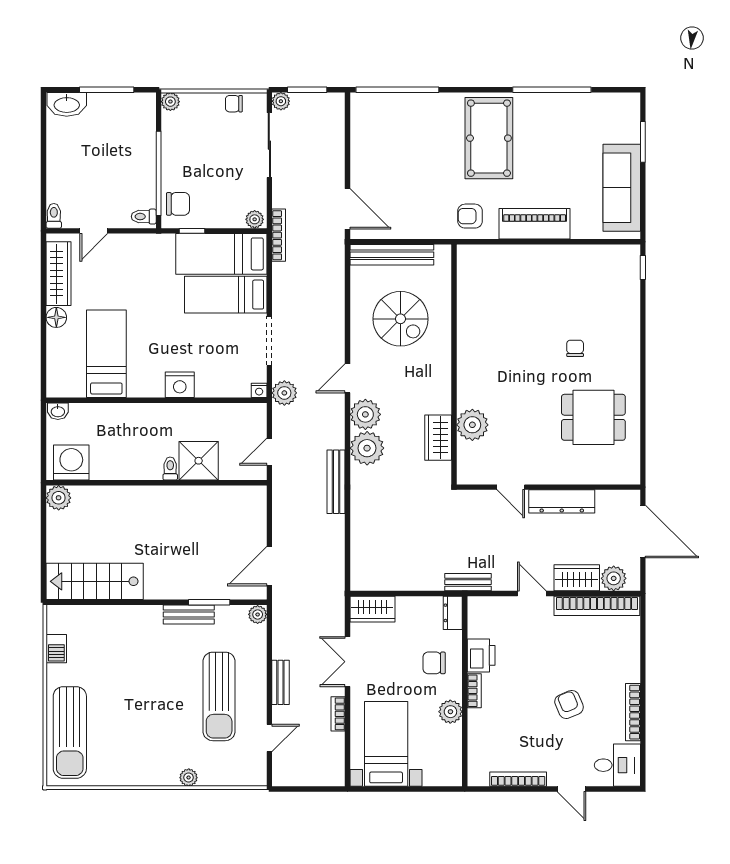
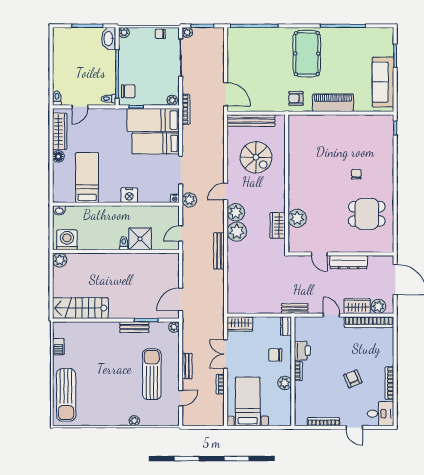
washbasin: (67, 104) -> (109, 39), moved, turned 90
sun lounger: (219, 696) -> (152, 374), turned 180

